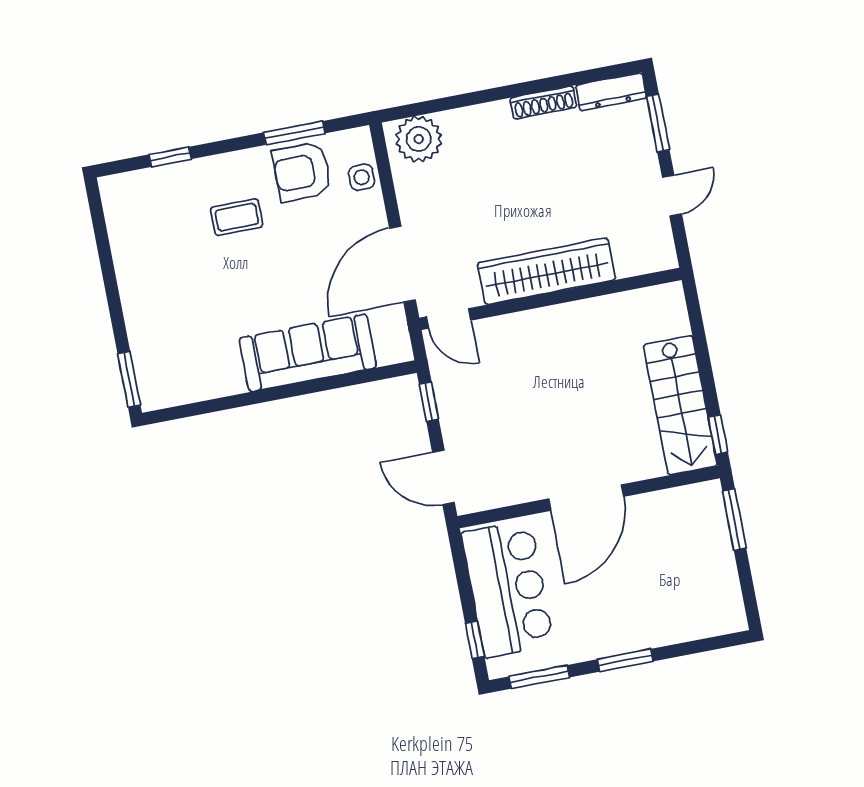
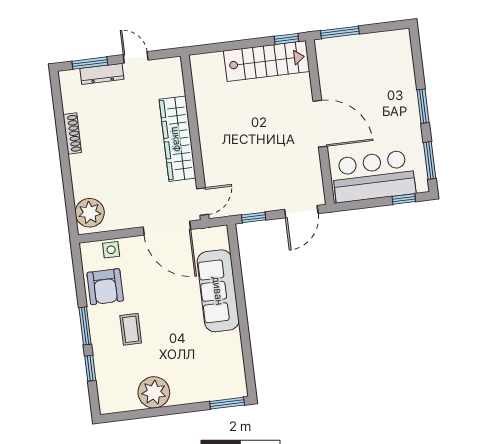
dresser: (611, 92) -> (102, 74), moved, turned 90
window: (294, 133) -> (85, 326), moved
plant: (138, 261) -> (154, 392), added

